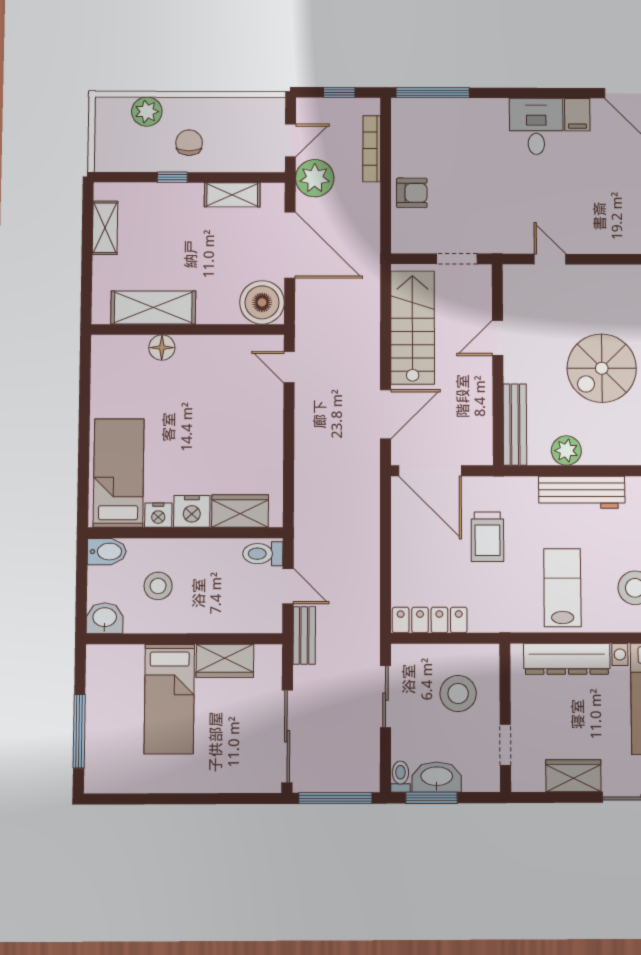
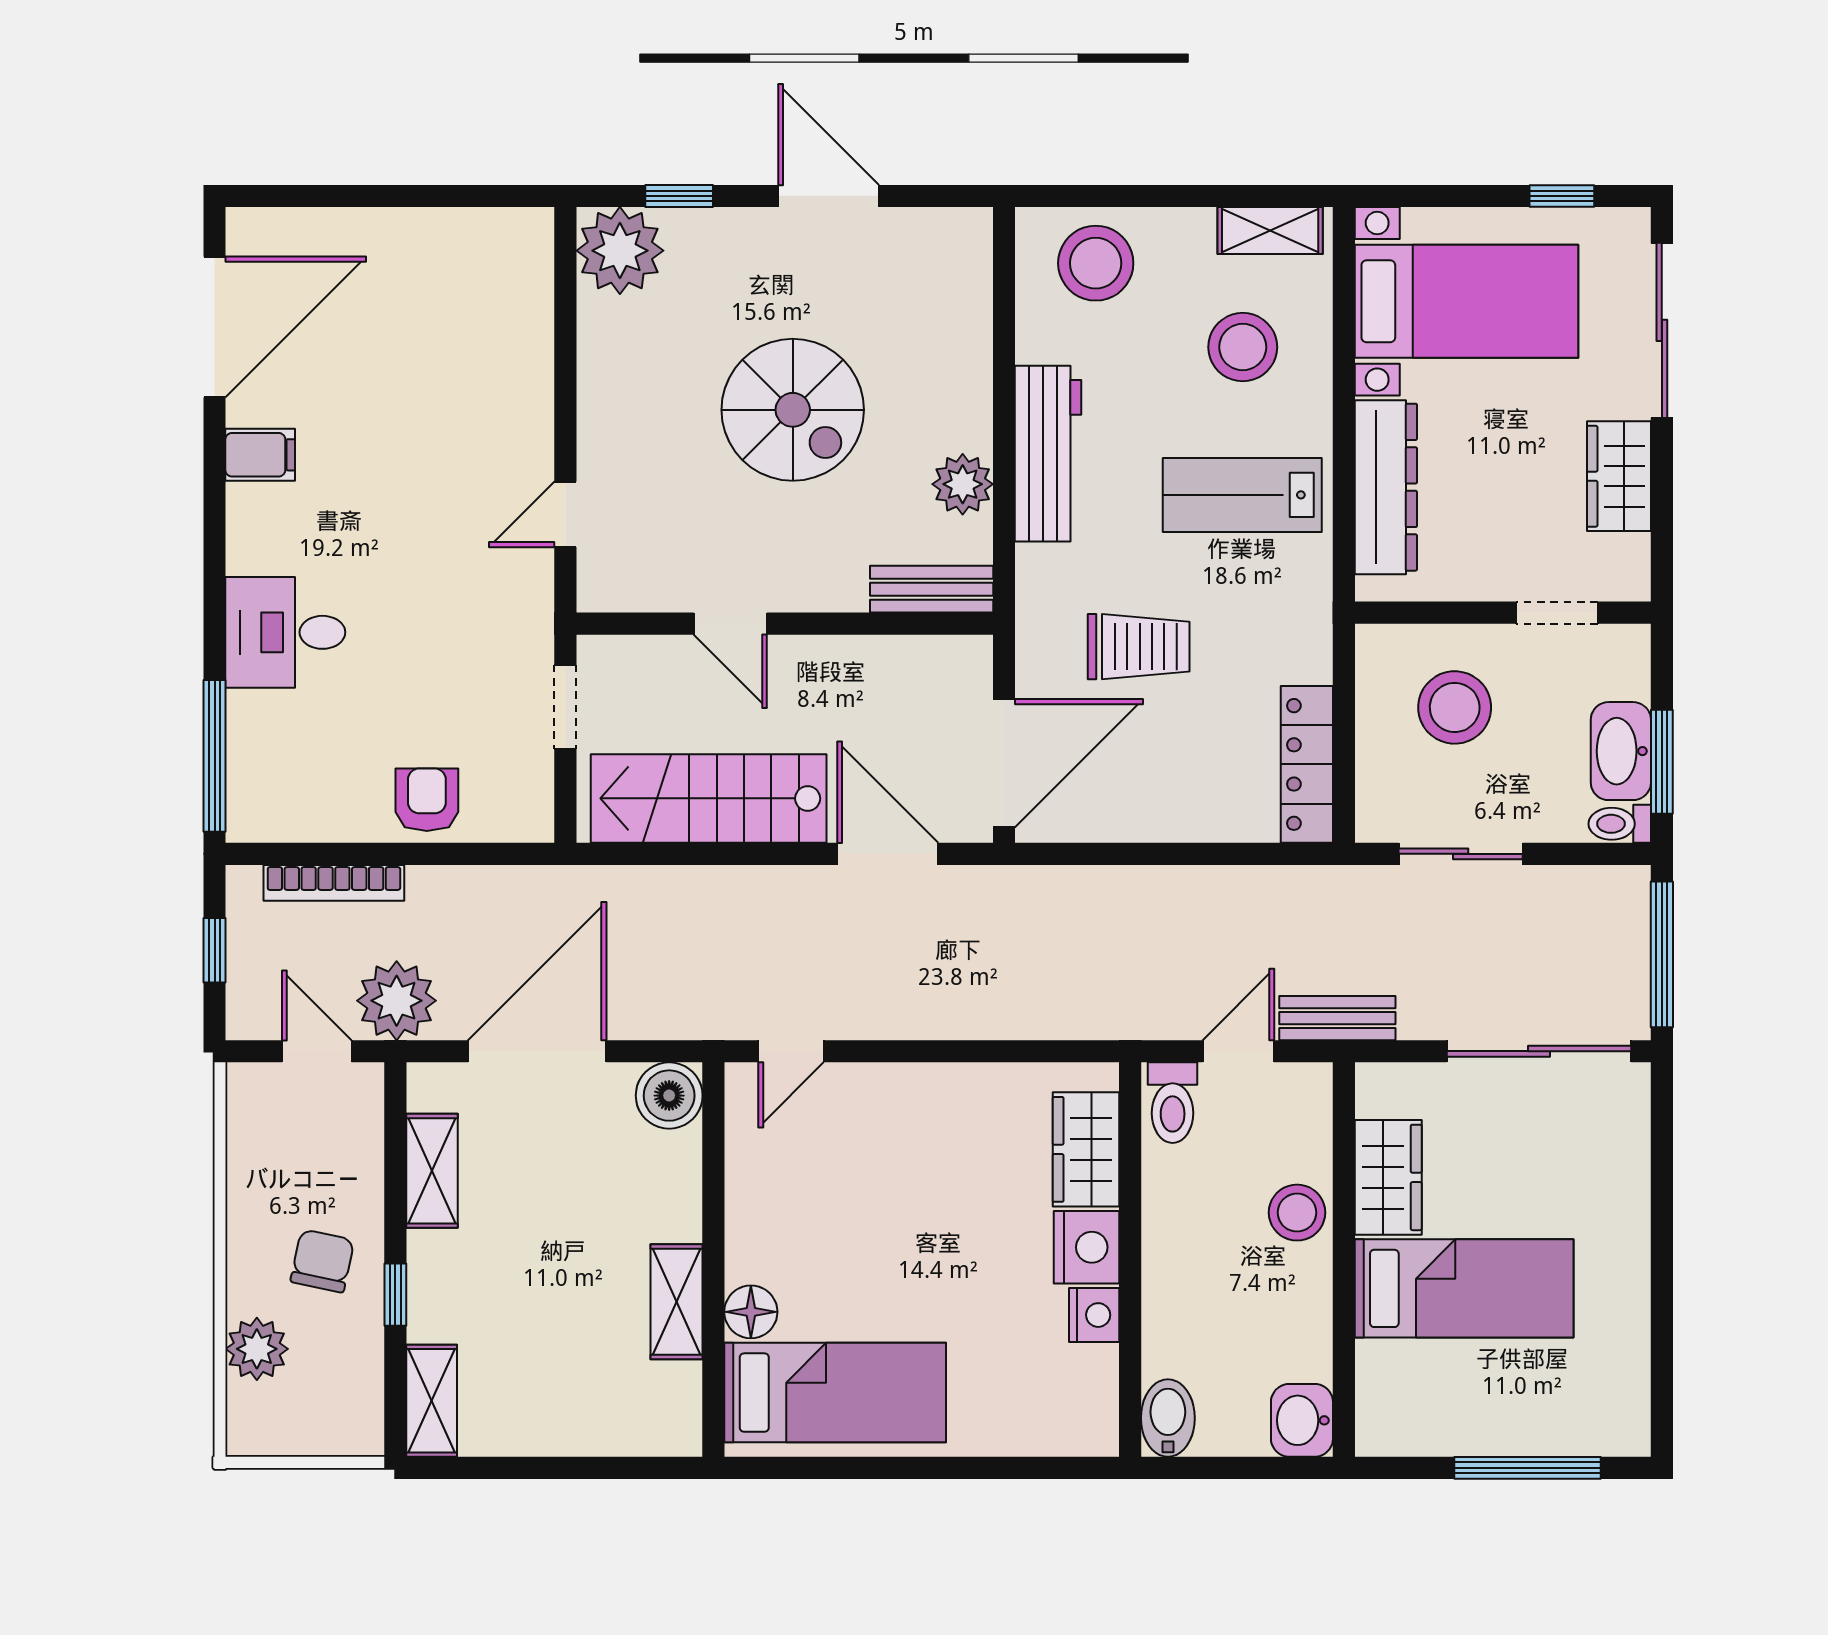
desk: (536, 126) -> (285, 632), moved
chair: (189, 143) -> (322, 1261), turned 102
shelving: (105, 228) -> (432, 1401), moved, turned 90
boiler: (262, 302) -> (669, 1096), width x0.73, depth x0.73
shelving: (153, 308) -> (677, 1302), width x0.67, depth x0.75
bench: (515, 425) -> (932, 589), width x0.73
bed: (119, 473) -> (835, 1393), moved, turned 180
stool: (158, 586) -> (1297, 1213), moved

